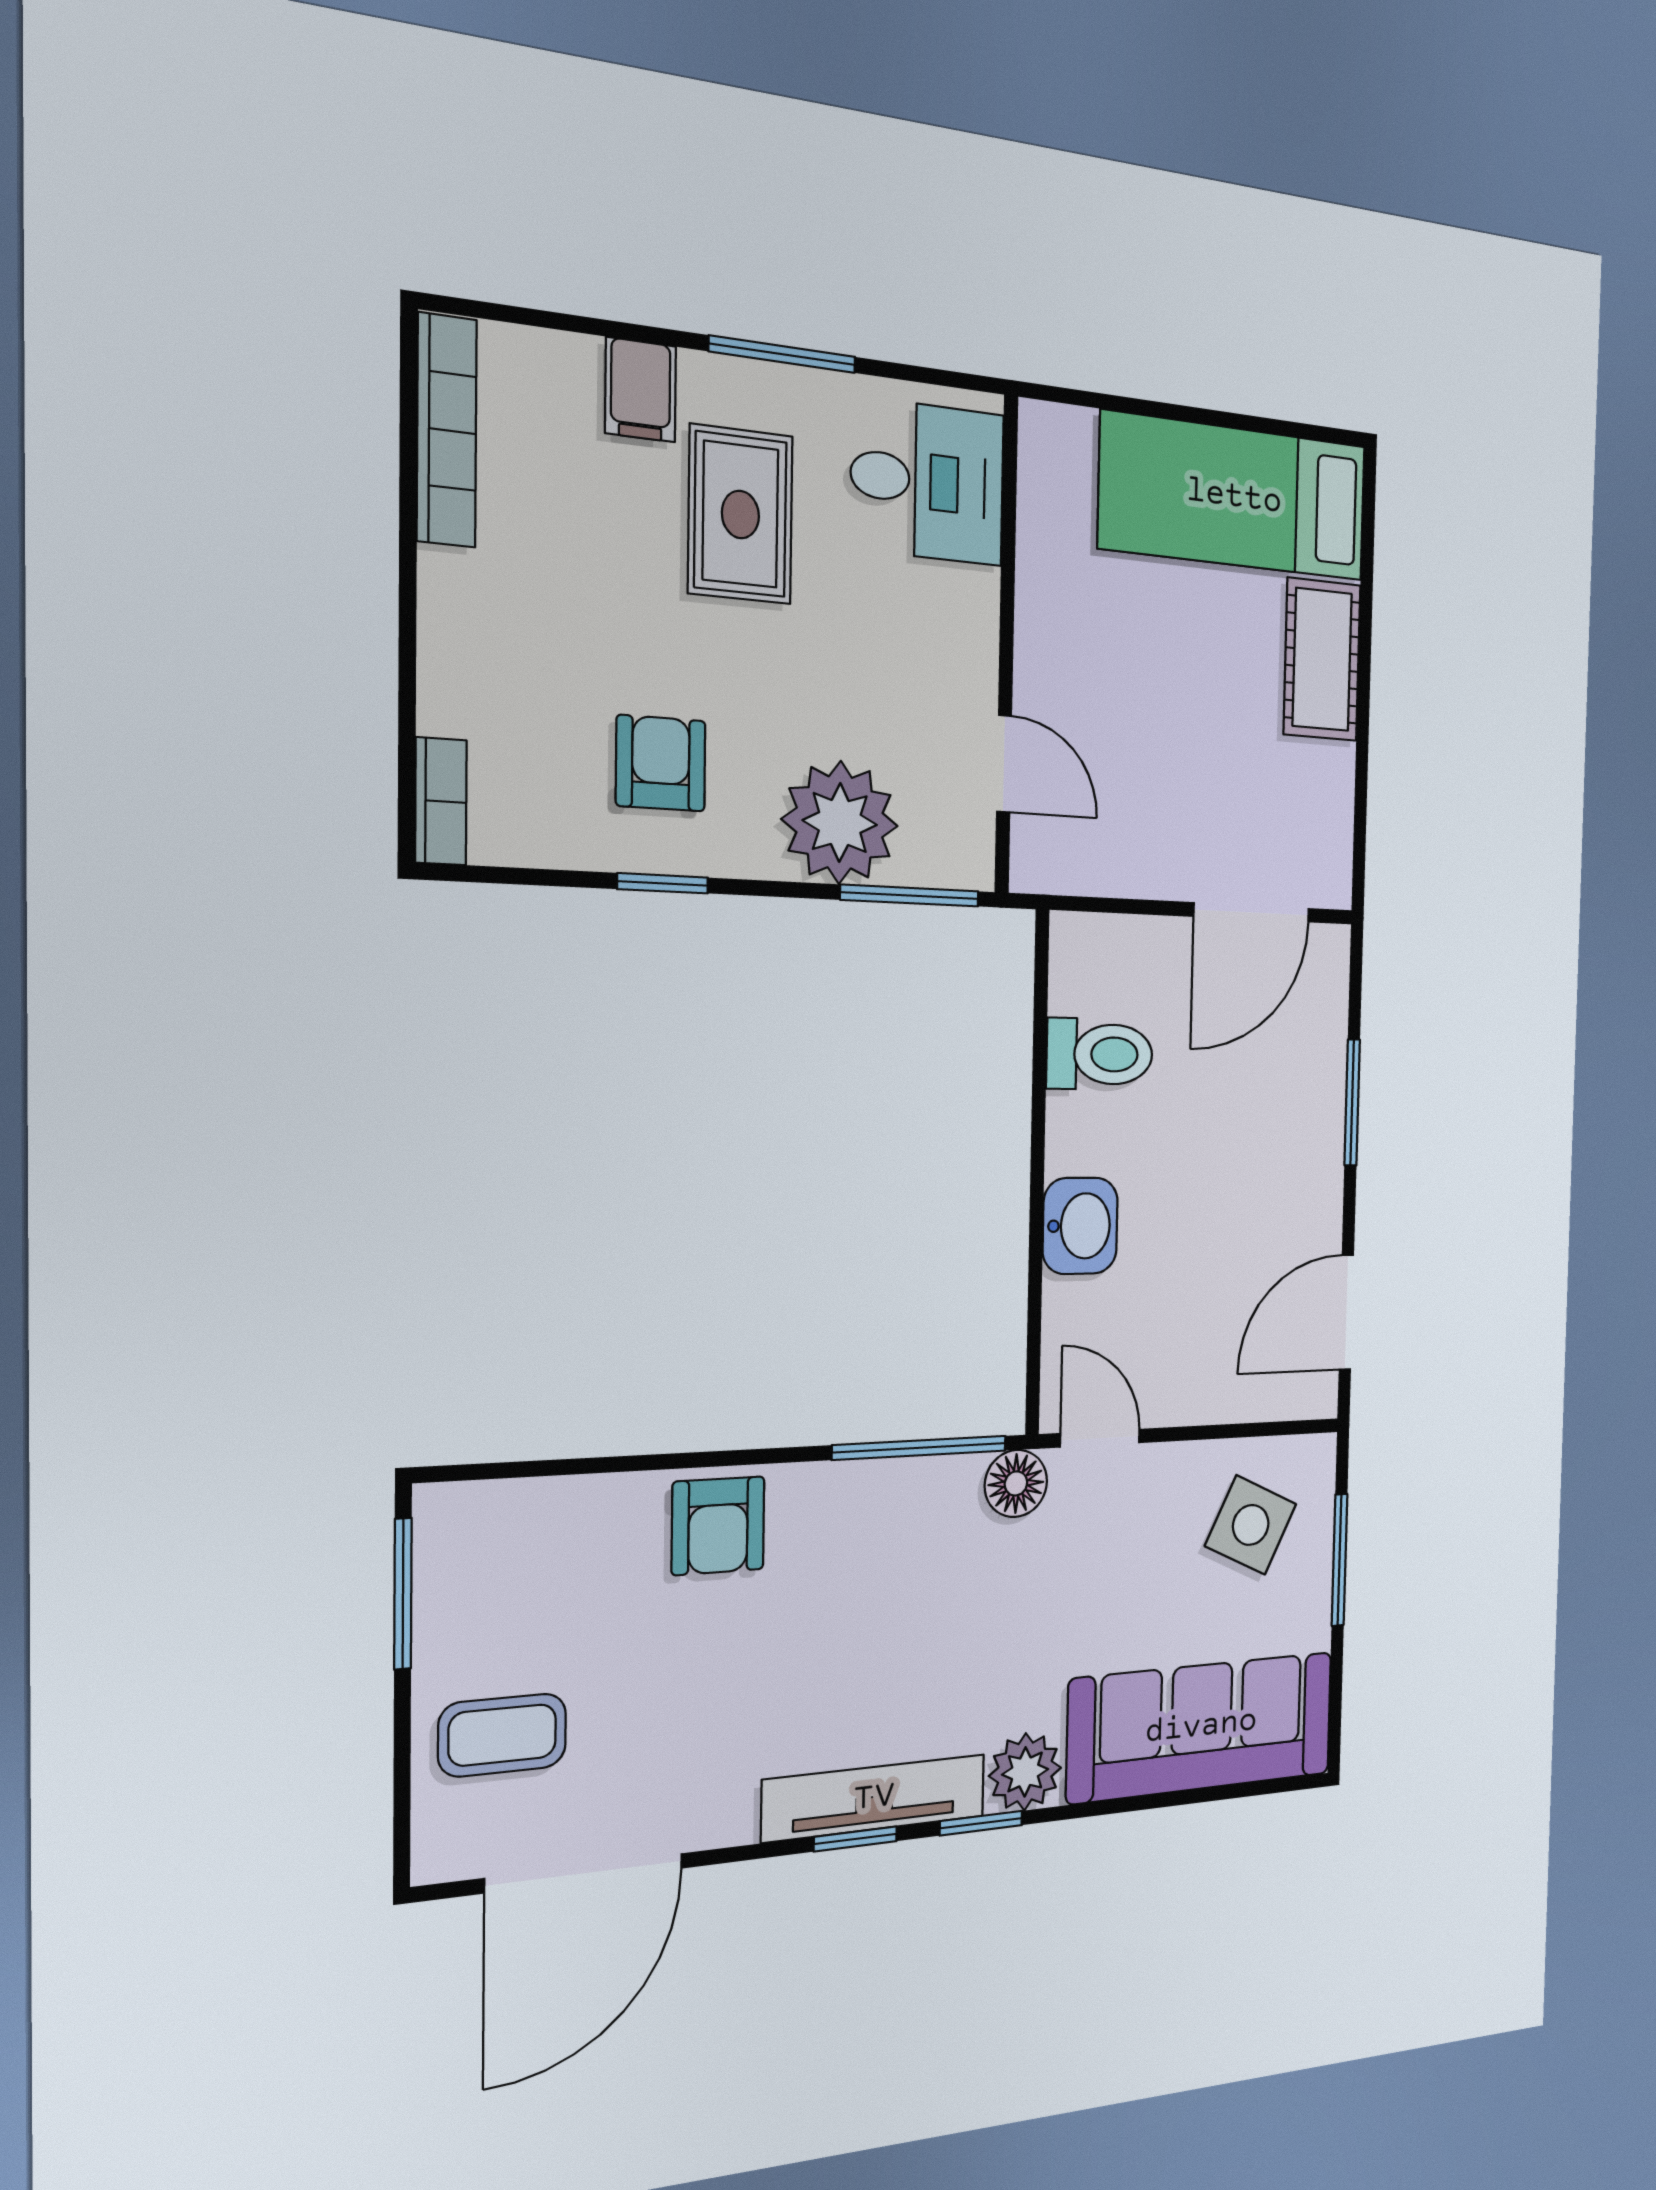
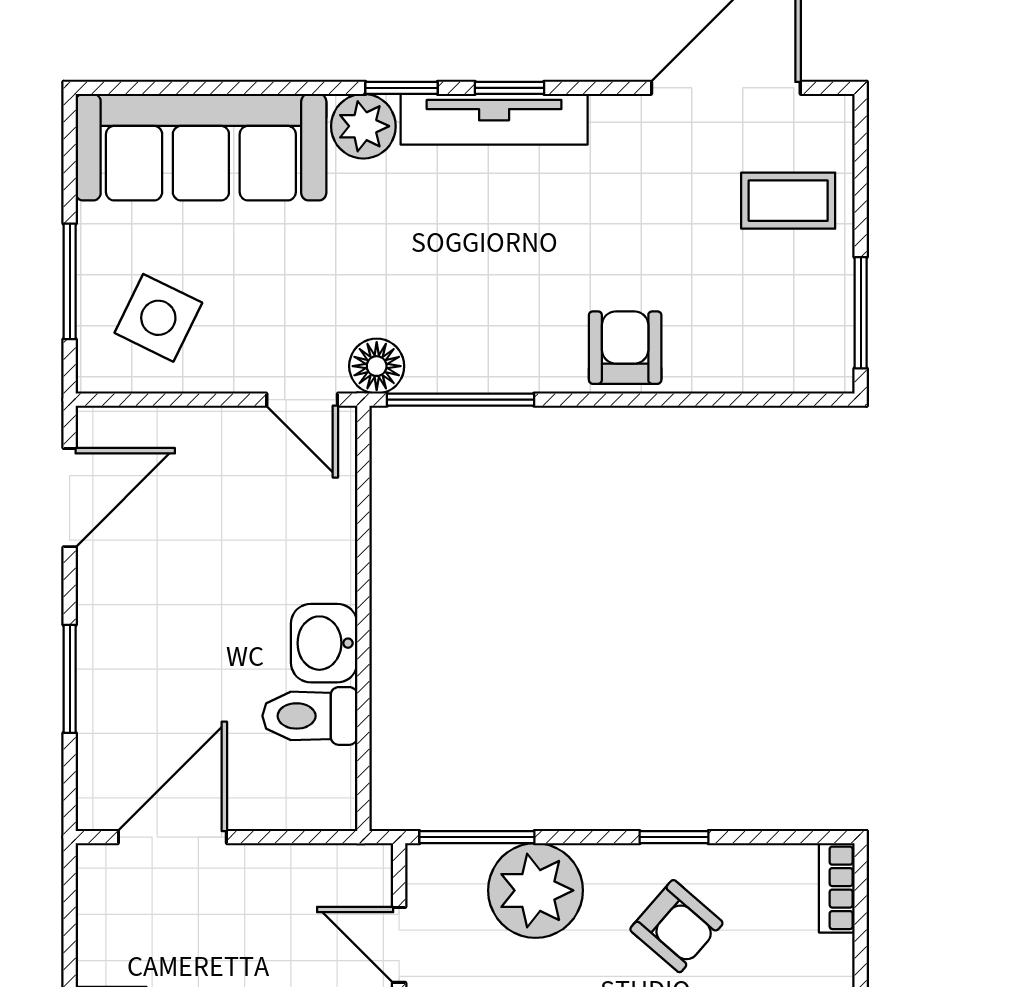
armchair: (661, 763) -> (676, 926), turned -49
washbasin: (1080, 1226) -> (324, 643), moved

